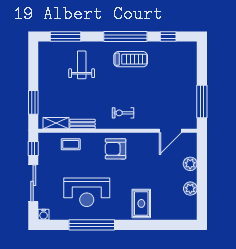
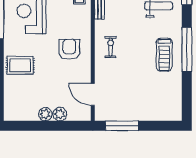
window: (168, 37) -> (187, 92), removed
armchair: (115, 149) -> (69, 49), moved
plant: (190, 189) -> (45, 114), moved

